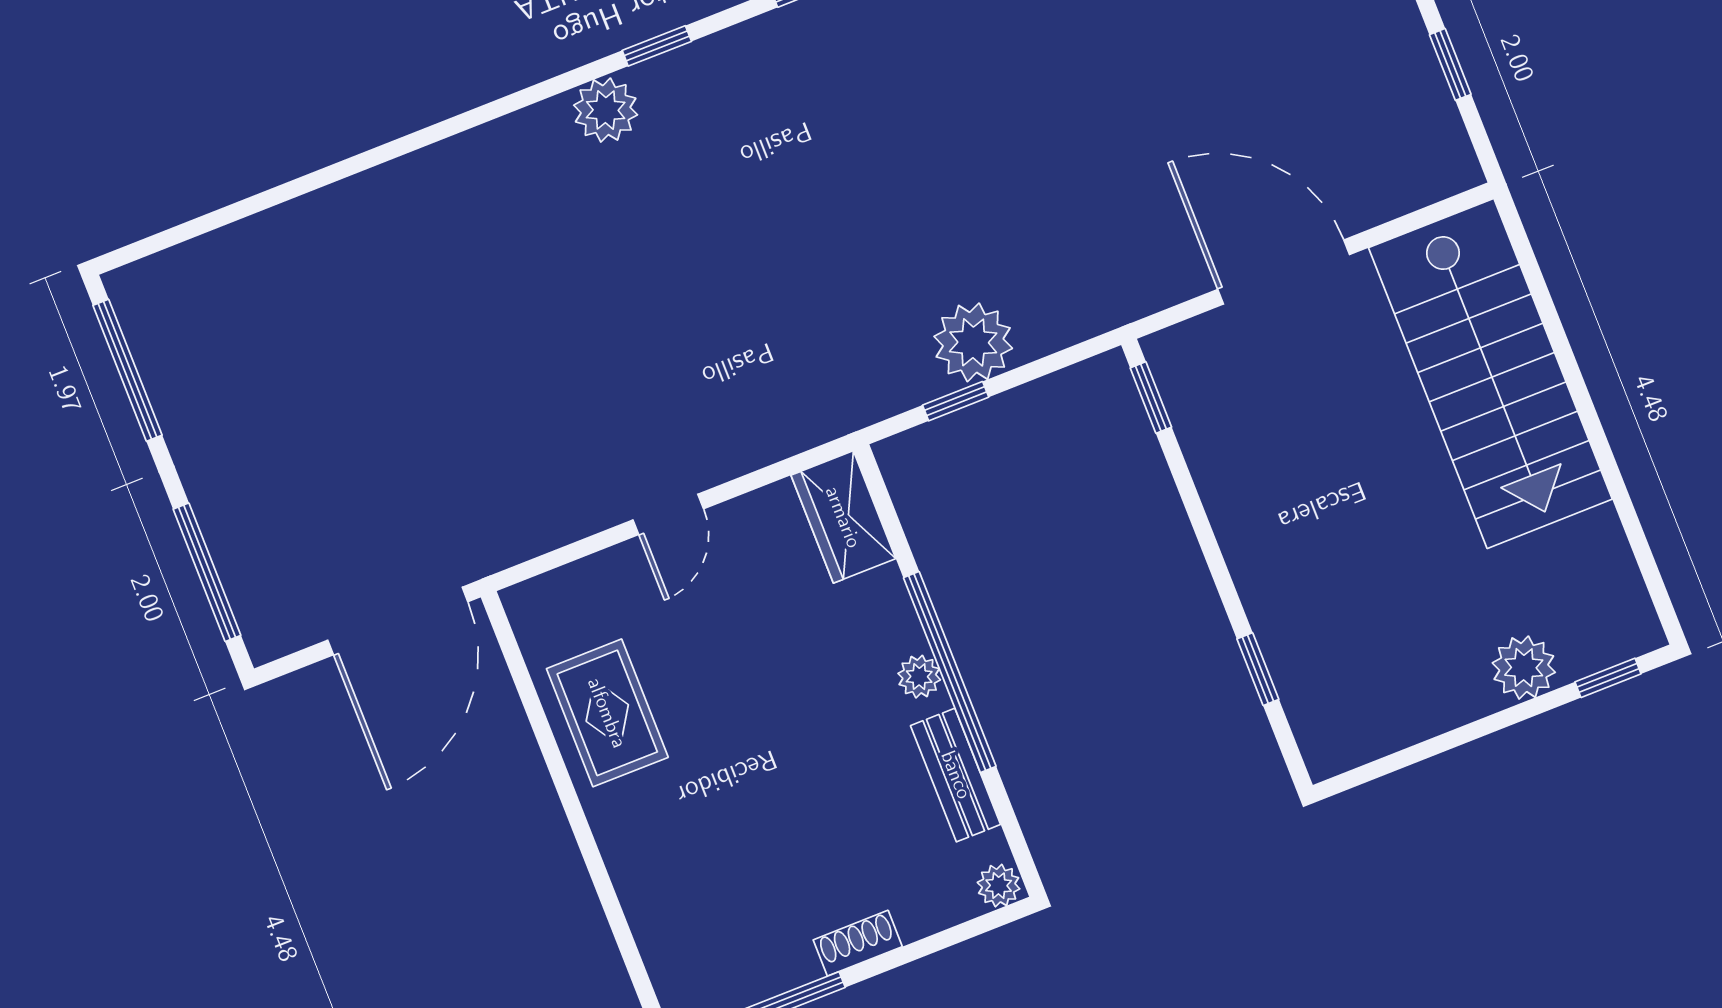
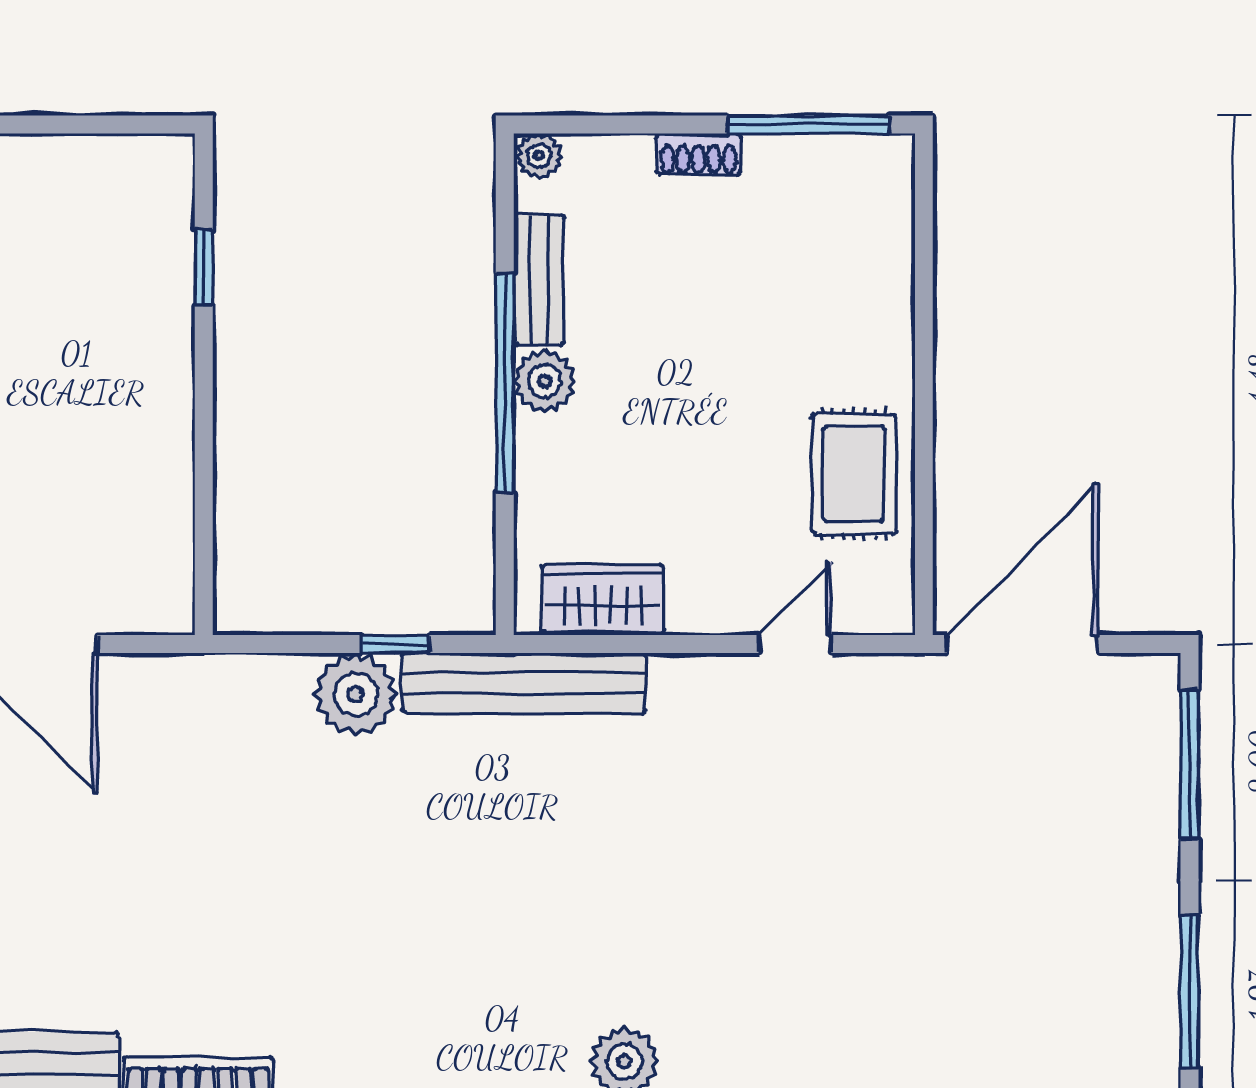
window: (1151, 398) -> (204, 573), removed
bench: (827, 411) -> (524, 683), added
door: (668, 514) -> (795, 644), moved
wardrobe: (843, 517) -> (603, 600), moved, turned -90
plant: (919, 677) -> (545, 381), width x1.38, depth x1.38

